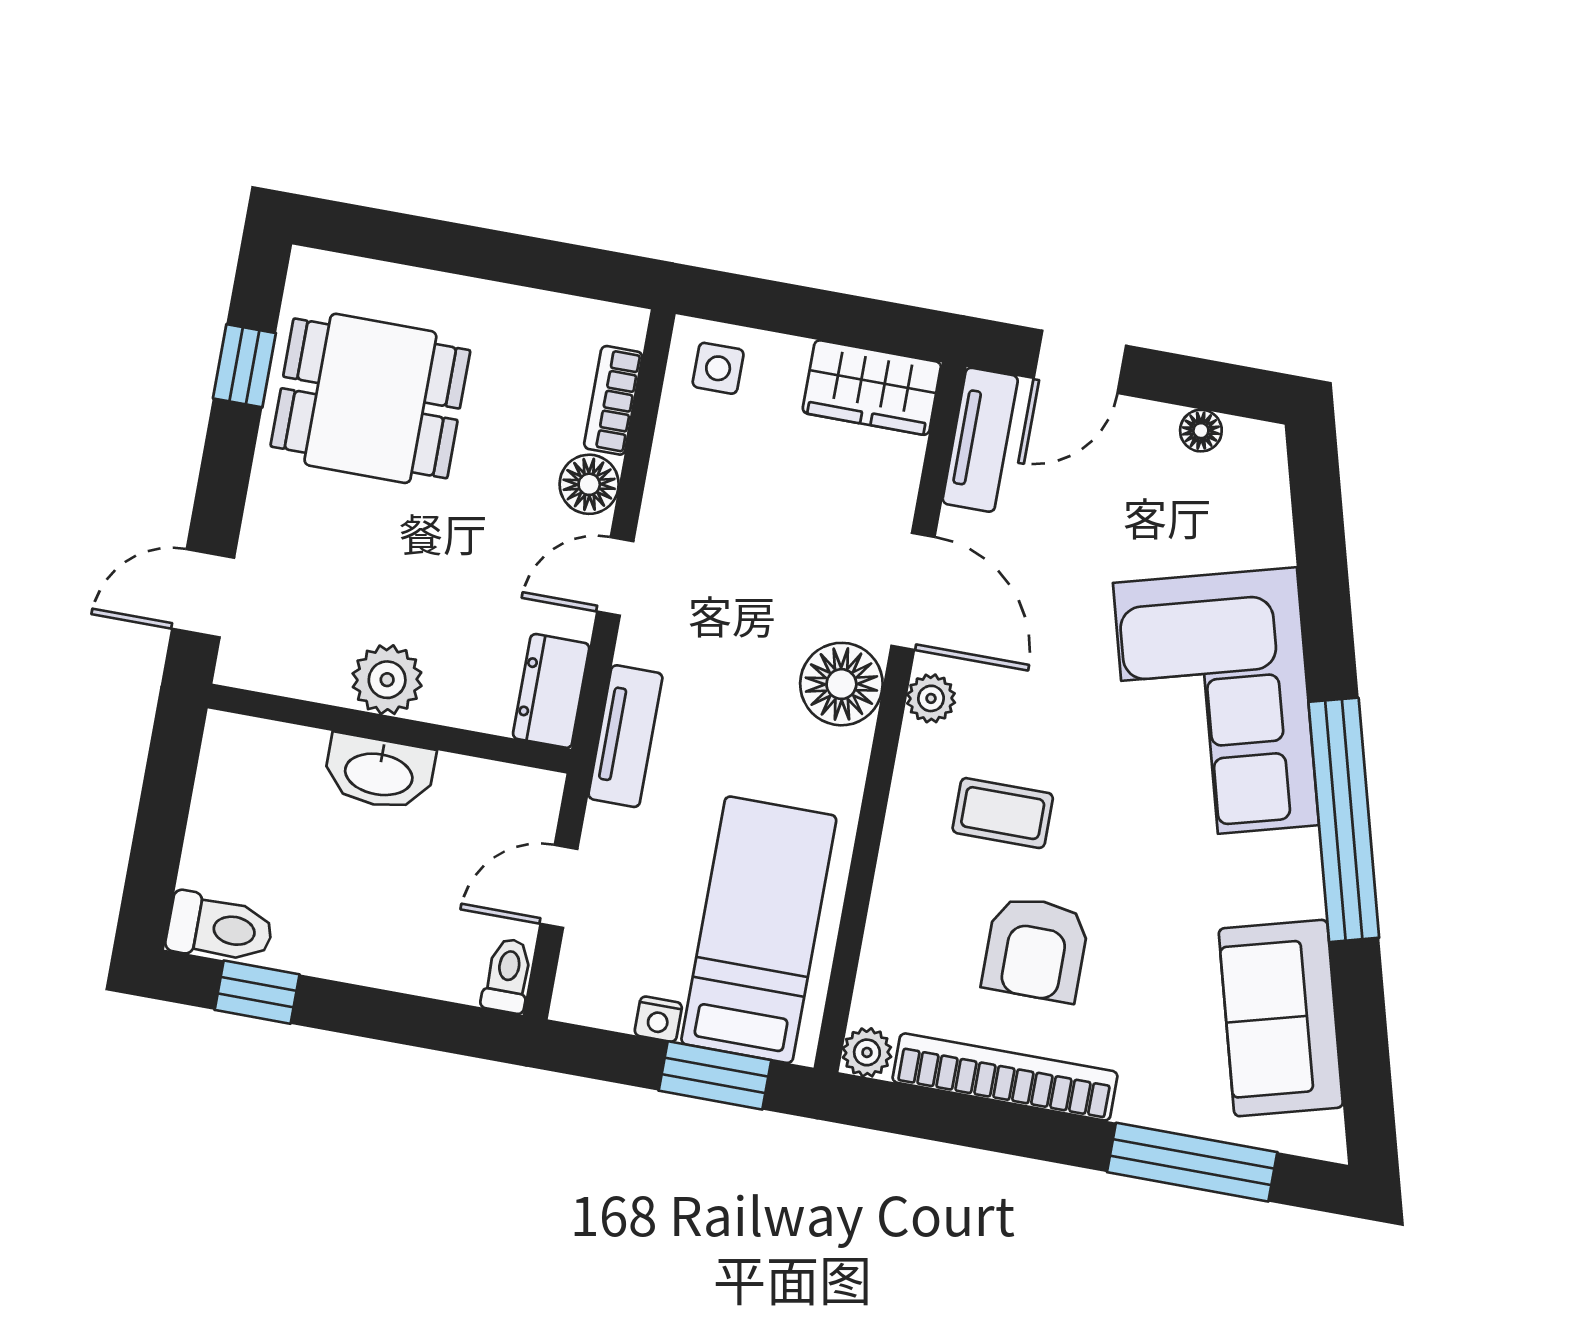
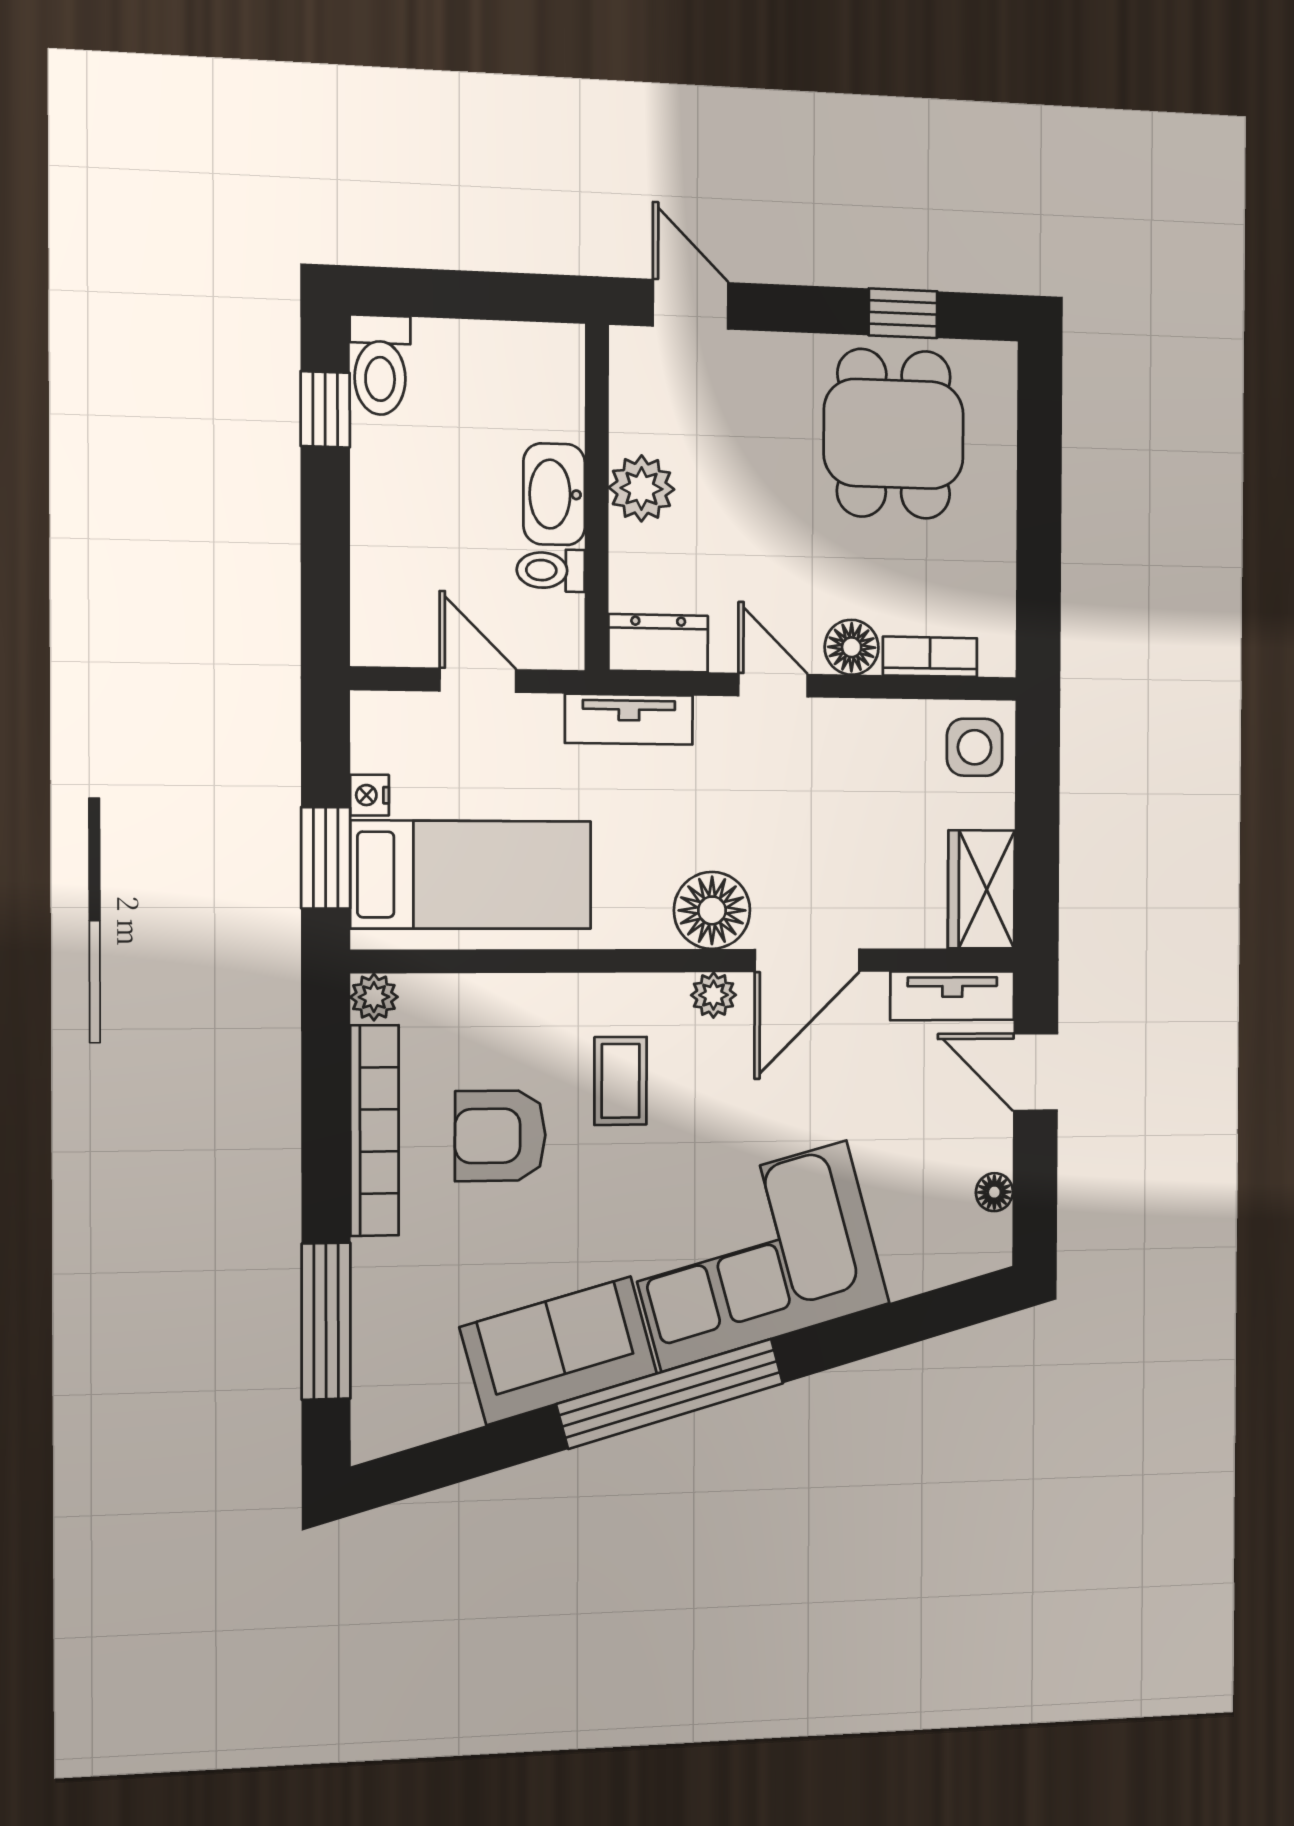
side table: (718, 368) -> (975, 747), width x1.37, depth x1.37
toilet: (508, 976) -> (551, 570), moved, turned 180
sofa: (1281, 1018) -> (559, 1350), moved

